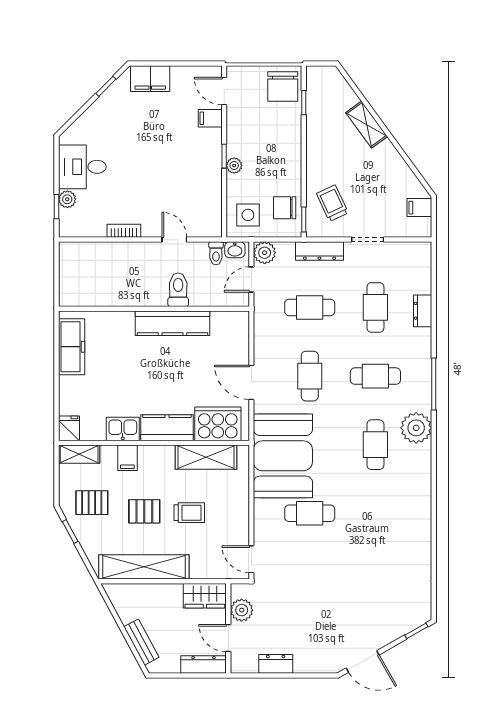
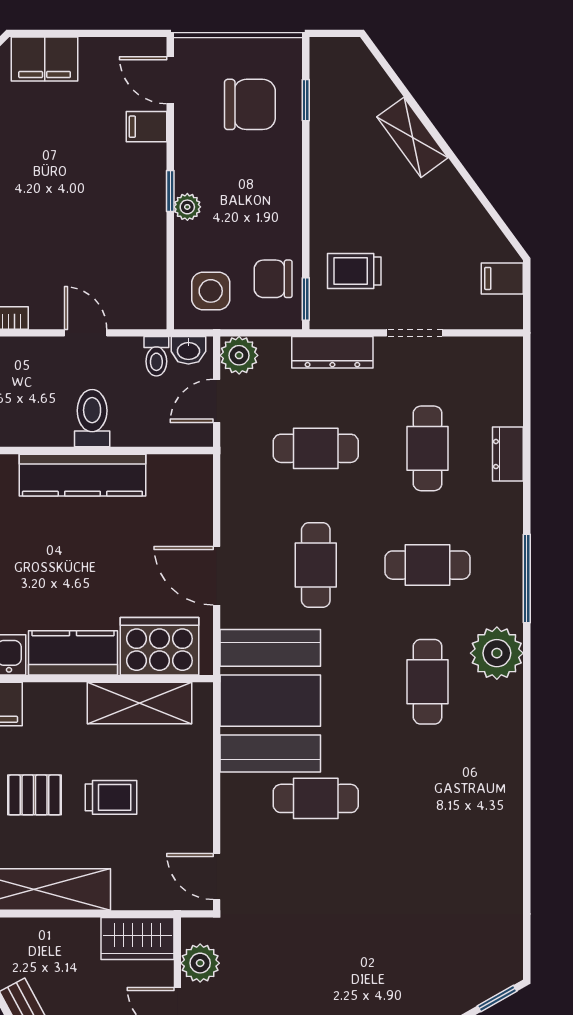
chair: (283, 87) -> (250, 104), moved, turned -90
trolley: (332, 203) -> (354, 271), turned -65

